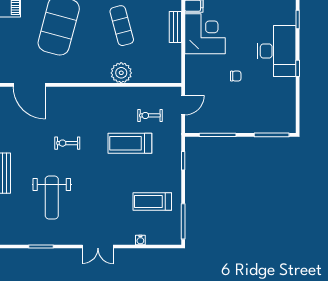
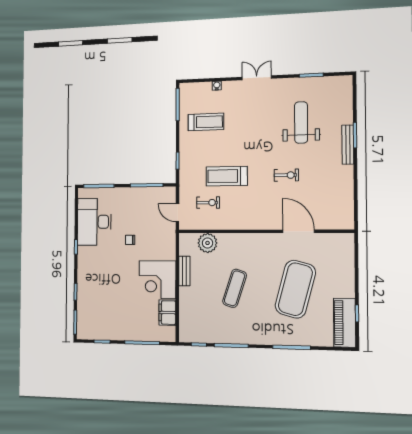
exercise mat: (122, 26) -> (235, 288), turned 33
bench: (175, 27) -> (184, 271), moved
desk: (277, 51) -> (94, 222), moved
plant: (121, 73) -> (208, 243), moved
door: (29, 85) -> (299, 231), moved
door: (183, 105) -> (177, 213), hinge flipped
treadmill: (130, 143) -> (227, 176), turned 180

